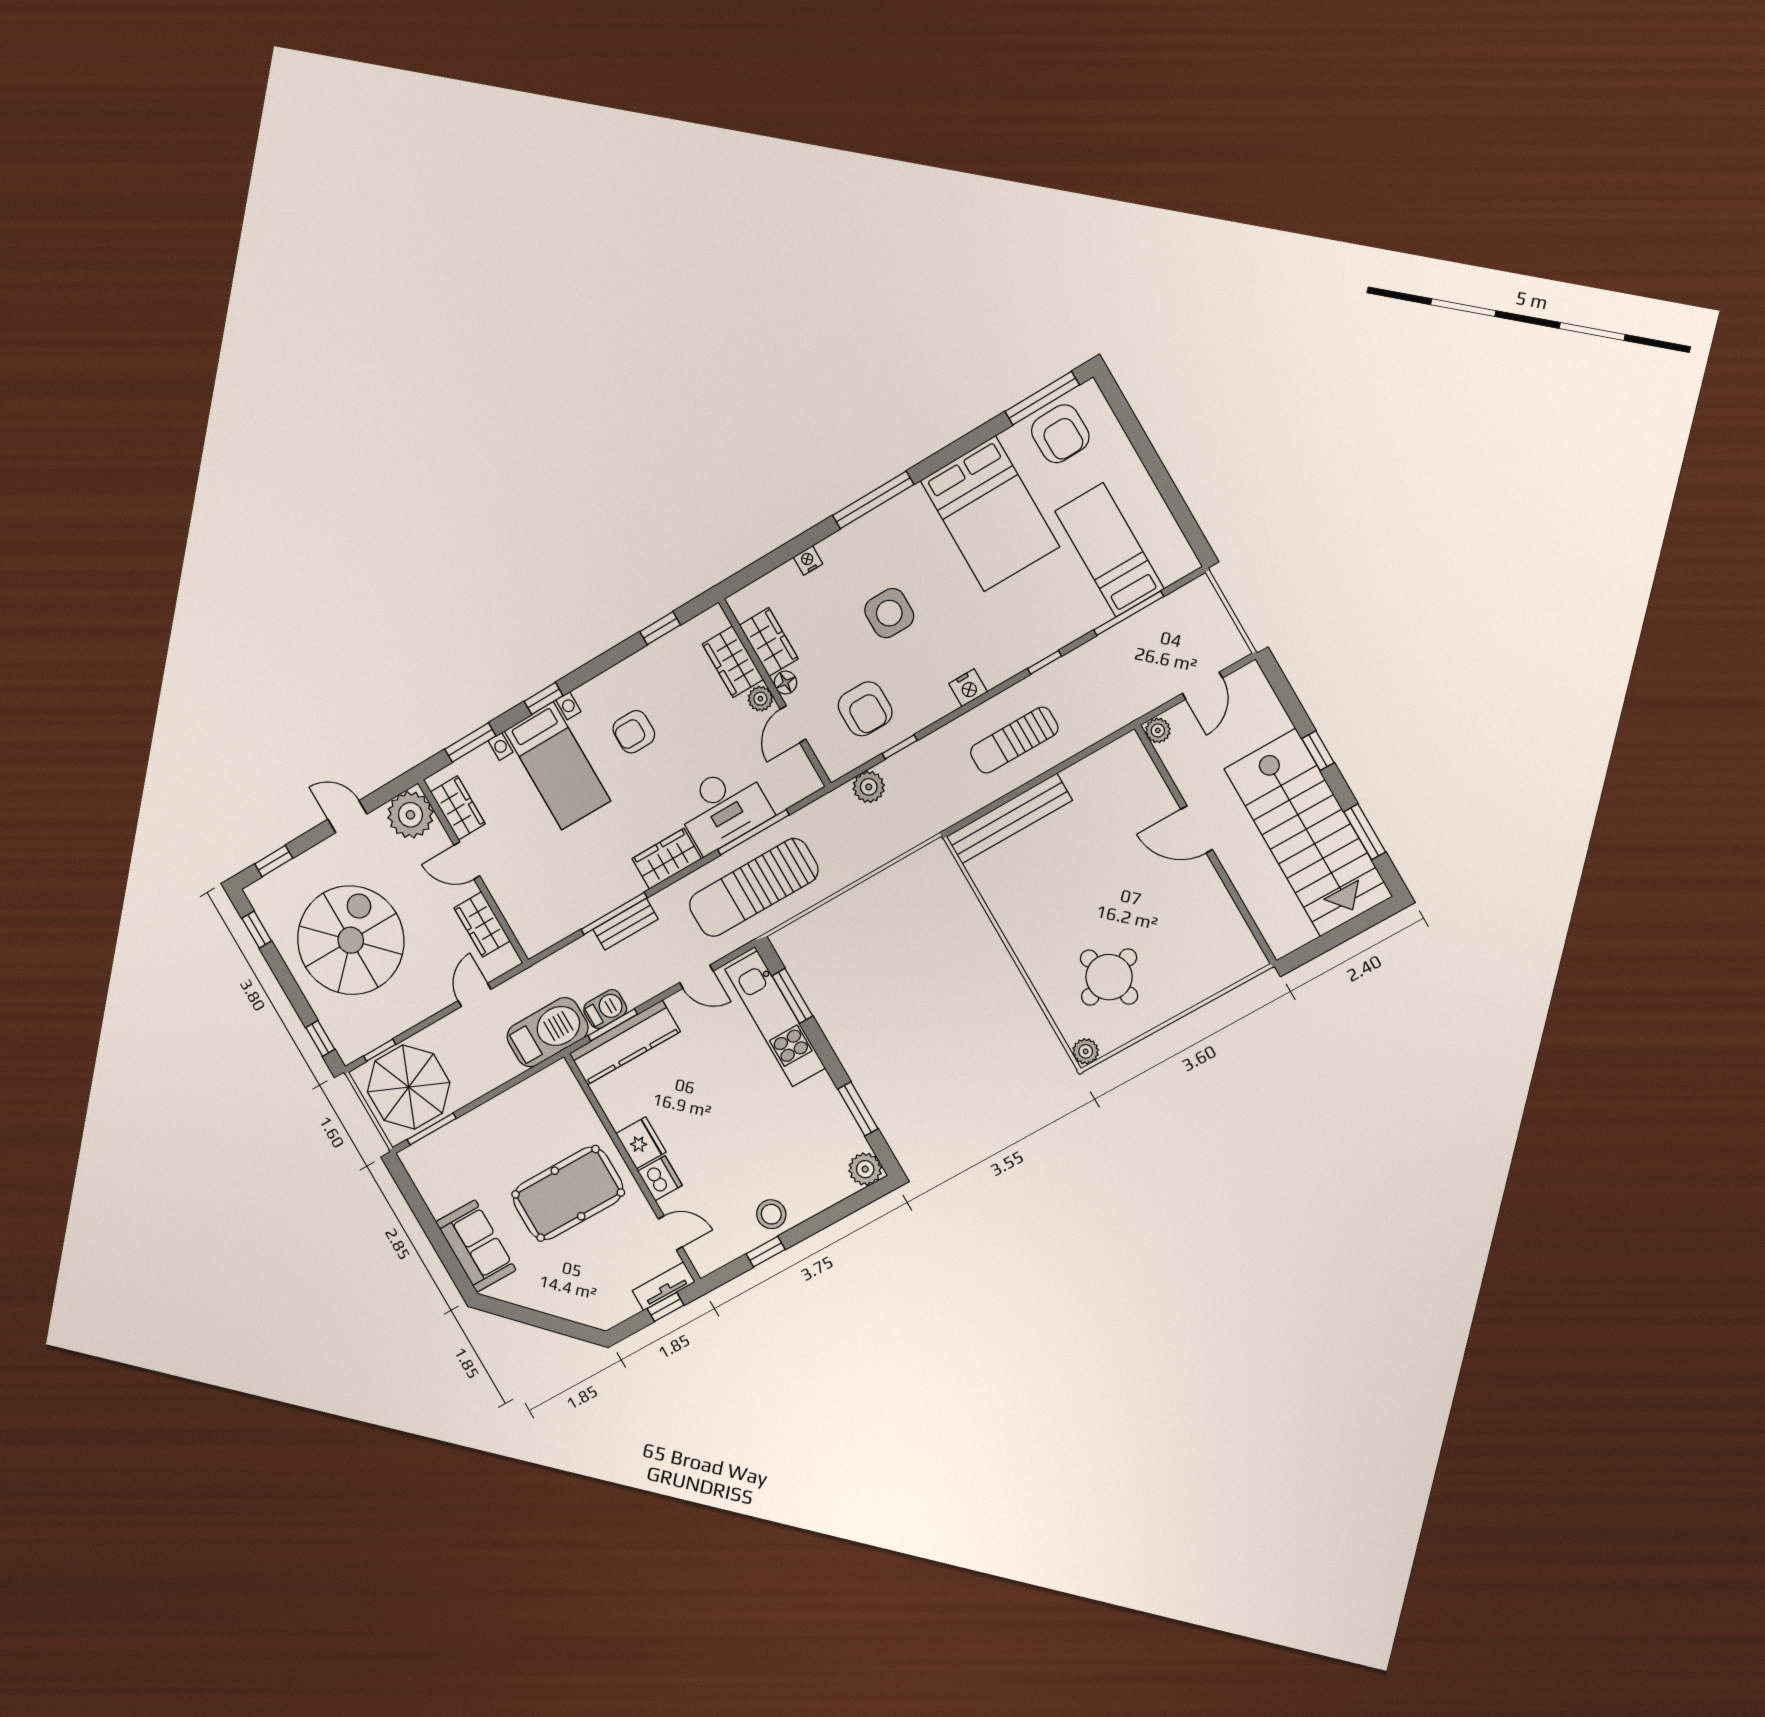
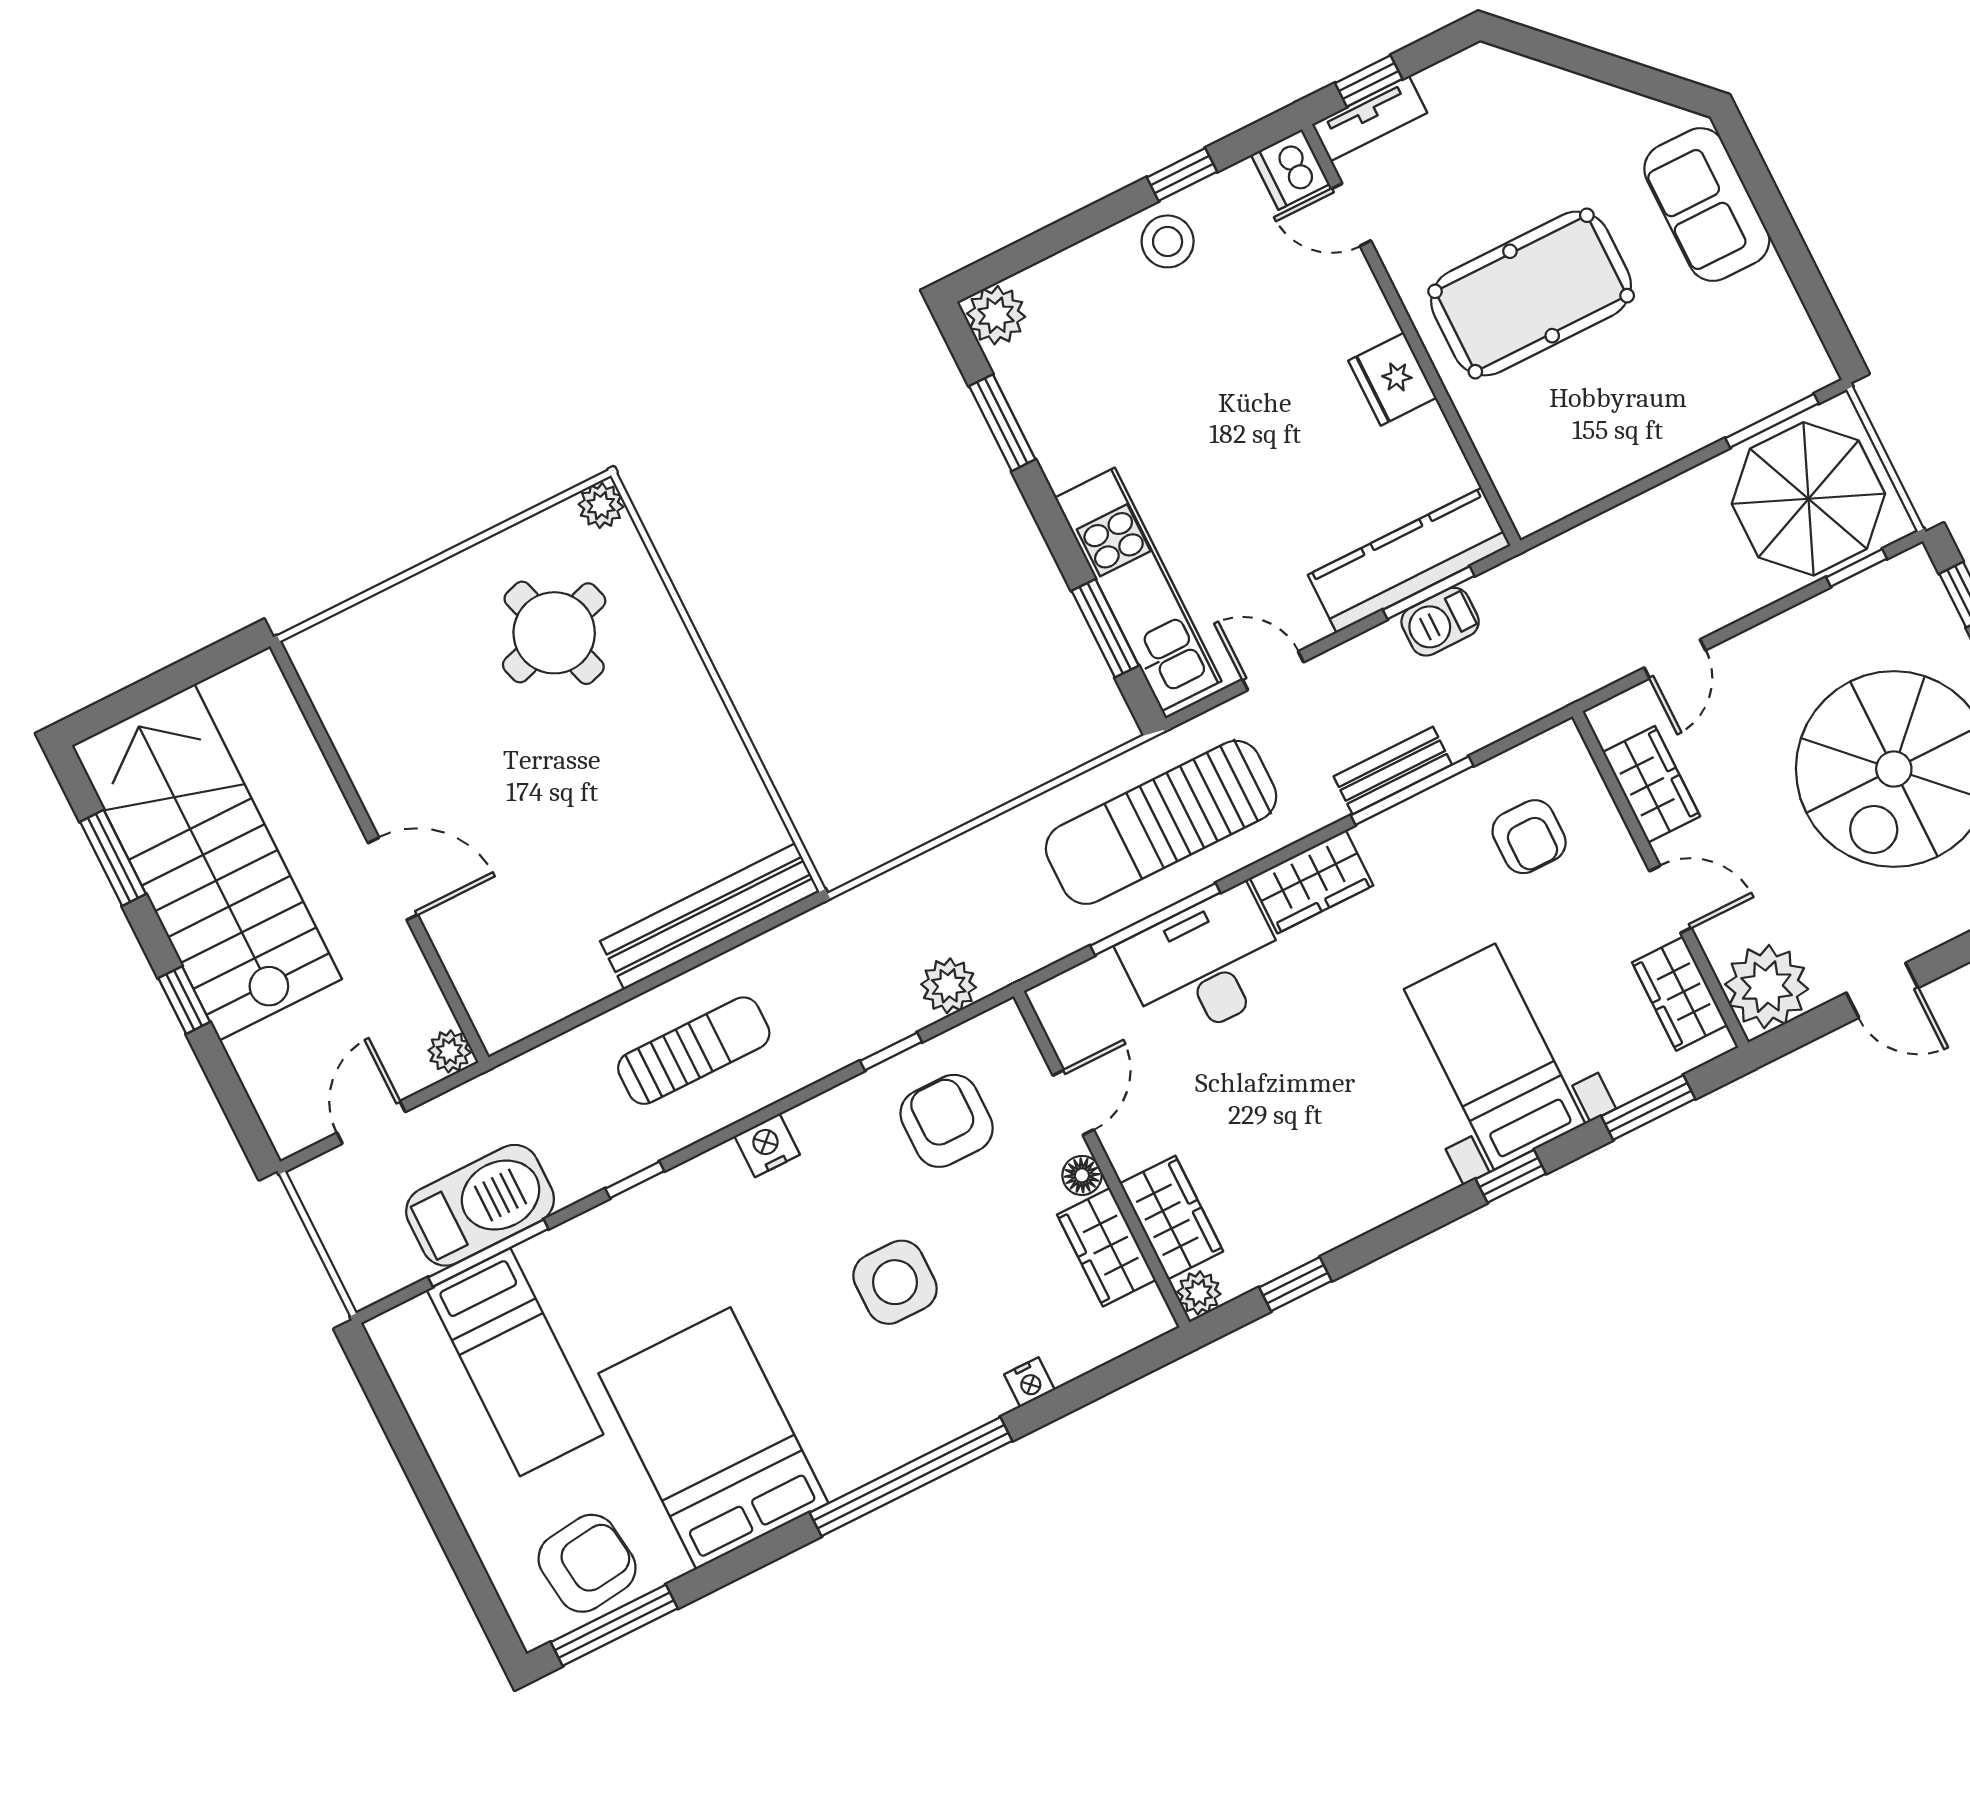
armchair: (1060, 434) -> (587, 1563), turned 84
window: (873, 500) -> (911, 1477), width x1.46
plant: (760, 699) -> (1199, 1293), moved
armchair: (634, 732) -> (1529, 837), moved, turned 90
sun lounger: (754, 888) -> (1161, 822), turned 180
barbecue: (548, 1032) -> (480, 1205), moved, turned 180
dishwasher: (660, 1178) -> (1290, 169), moved

